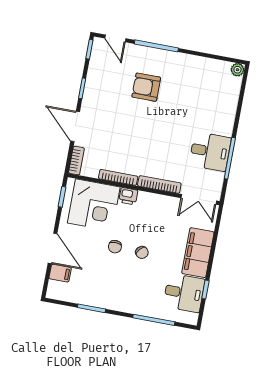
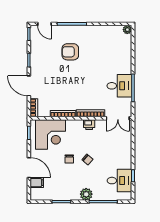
printer: (128, 196) -> (89, 125), moved
filing cabinet: (198, 253) -> (124, 153), removed
plant: (131, 304) -> (86, 194), added

